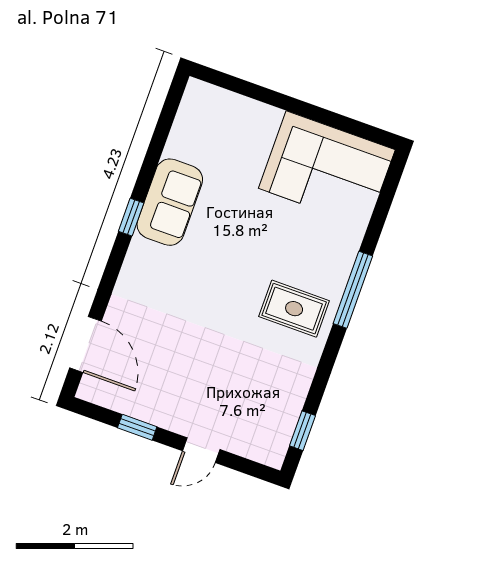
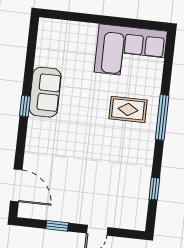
rug: (294, 309) -> (128, 109), moved
window: (302, 431) -> (154, 189), moved

